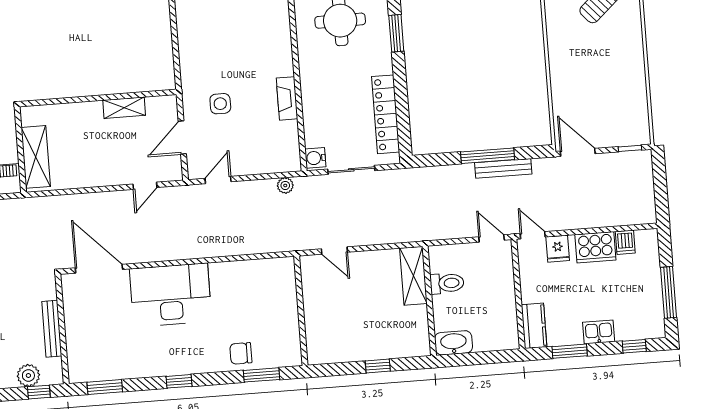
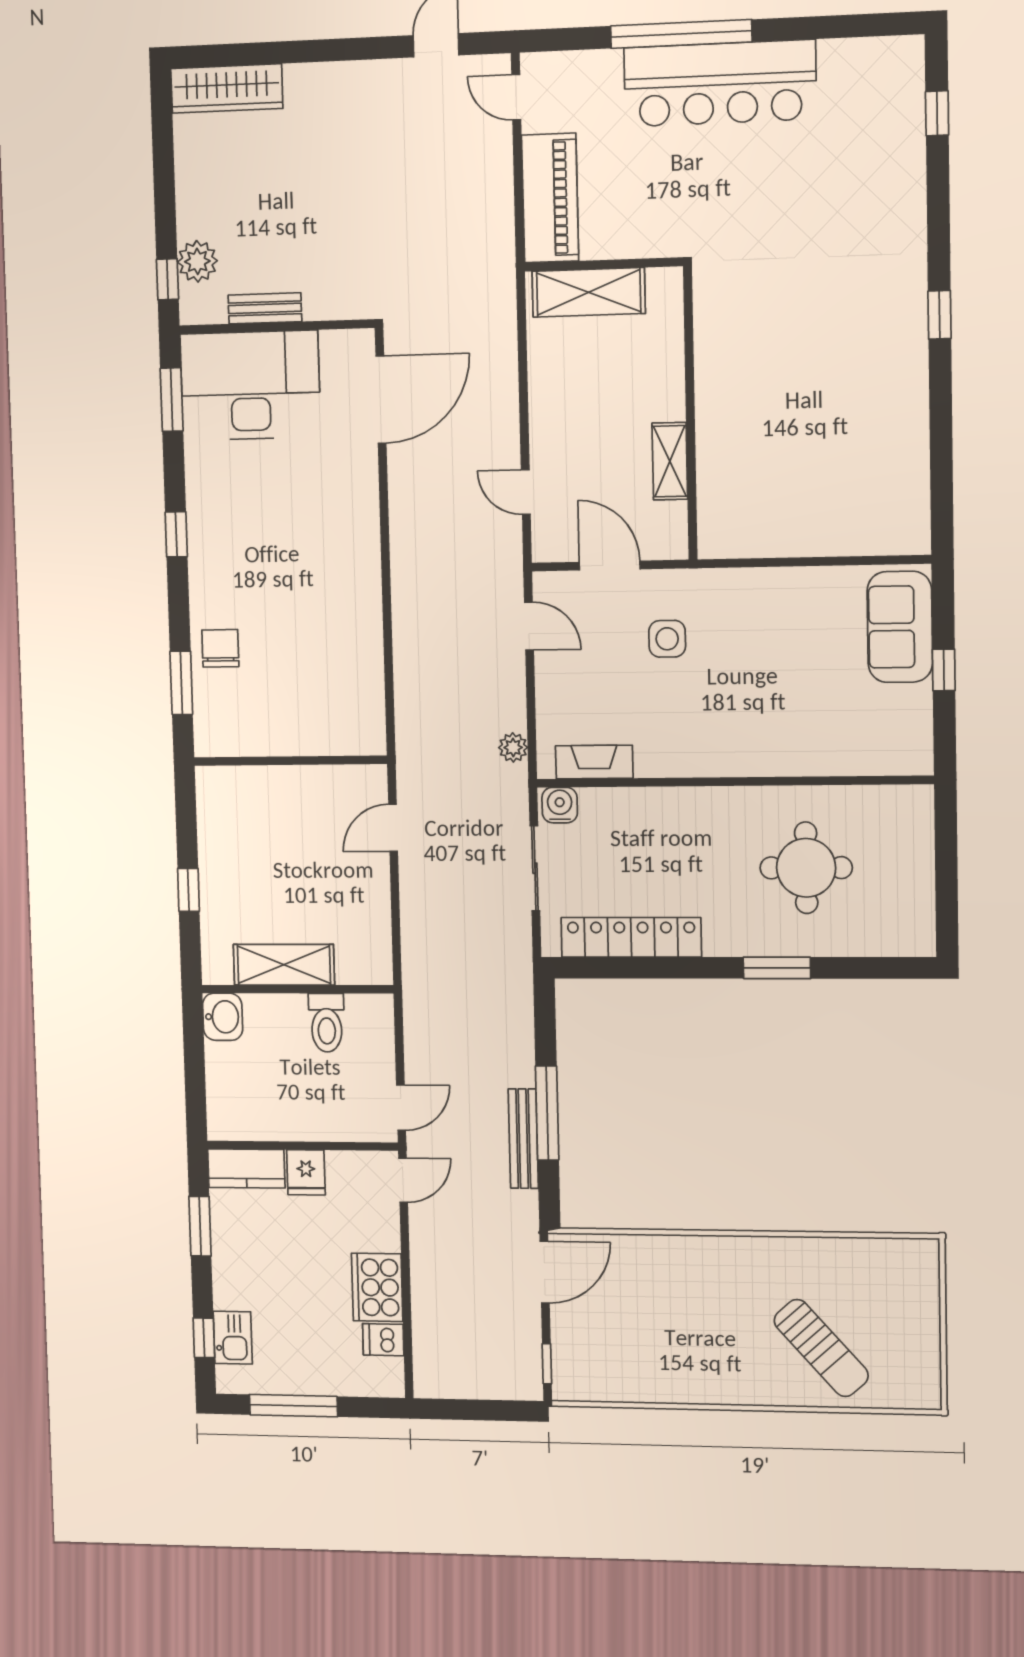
fireplace: (287, 98) -> (594, 762), moved
fridge: (558, 249) -> (306, 1172), moved, turned -90
shelving: (413, 276) -> (284, 965), moved
desk: (171, 295) -> (250, 385), moved, turned -90
bench: (52, 329) -> (265, 308), width x0.73
kitchen sink: (599, 332) -> (233, 1338), moved
washbasin: (454, 343) -> (223, 1017), width x0.72

